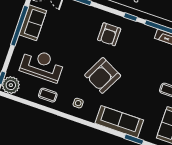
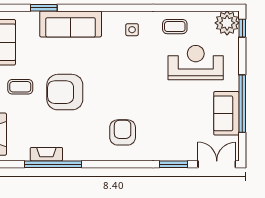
window: (130, 17) -> (103, 164), removed
reception desk: (42, 65) -> (196, 63), turned 180
armchair: (103, 75) -> (65, 92), moved, turned -117

